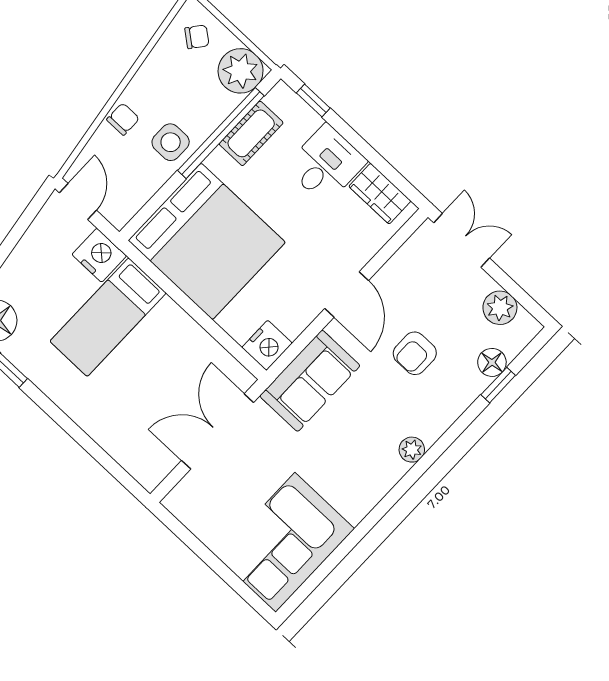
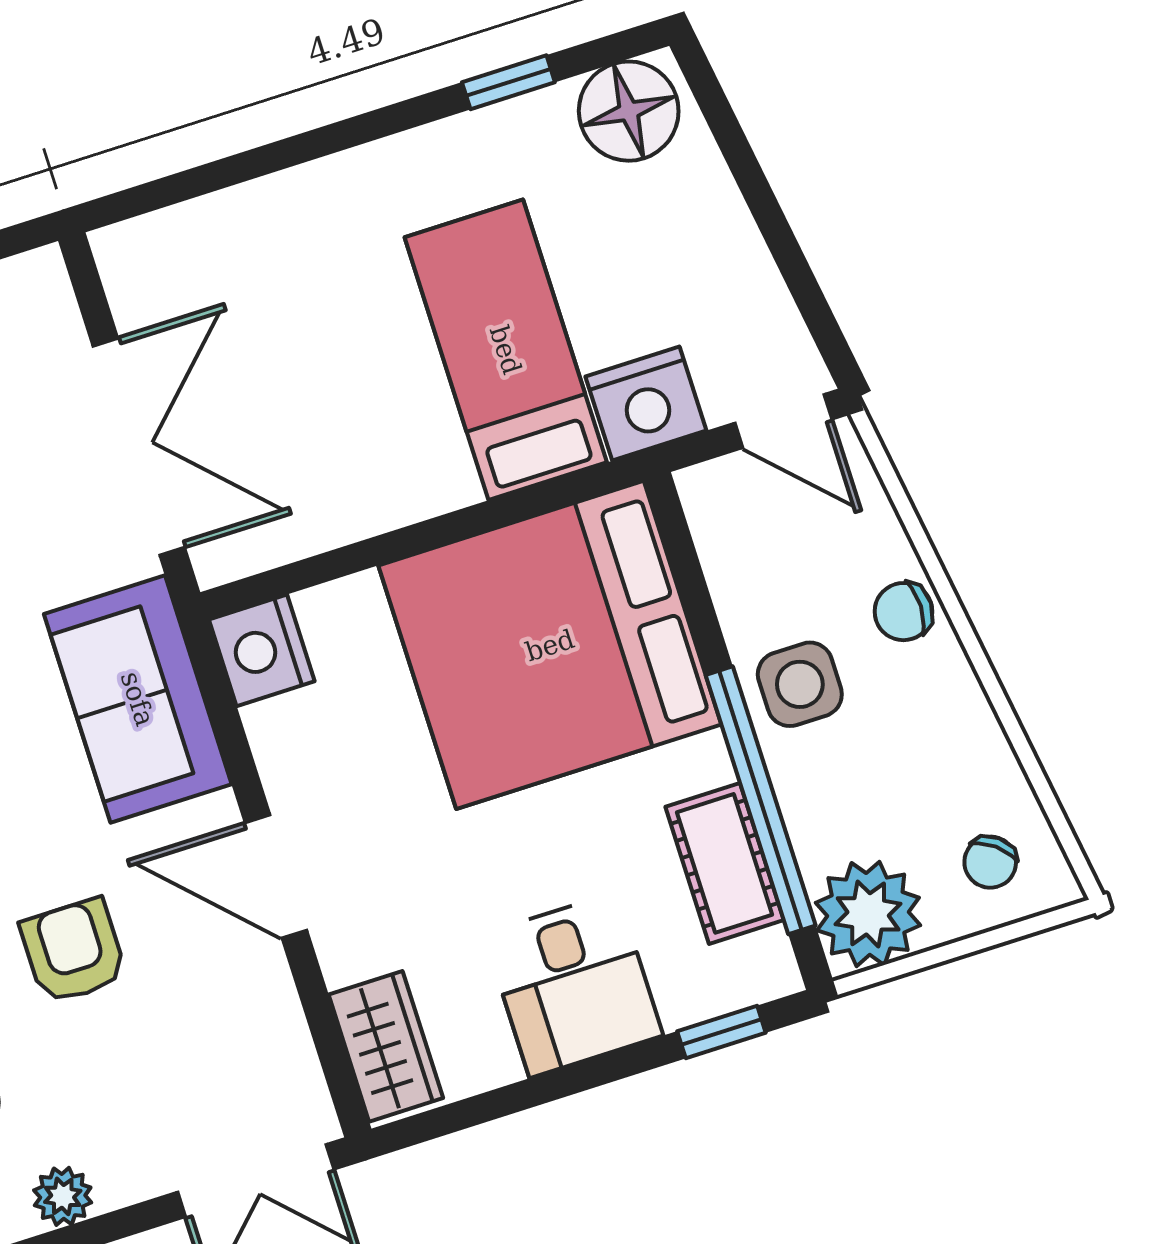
chair: (123, 119) -> (904, 612), turned 90
wardrobe: (380, 194) -> (386, 1046), moved, turned 90
plant: (500, 308) -> (63, 1196), width x0.73, depth x0.73

